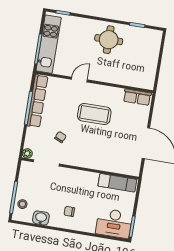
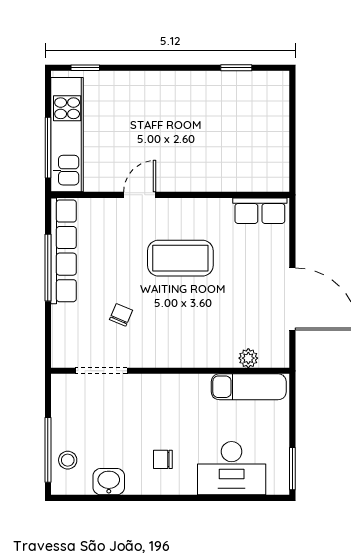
round table: (109, 40) -> (185, 106), removed
plant: (27, 153) -> (248, 358), moved
desk: (114, 223) -> (232, 468), moved

